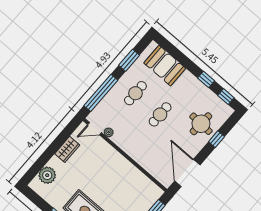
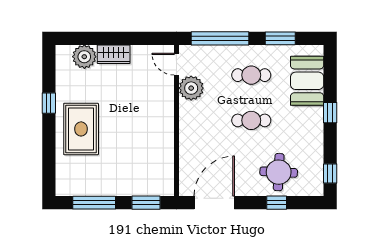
window: (206, 79) -> (330, 113), moved
plant: (109, 132) -> (191, 88), width x1.88, depth x1.88
wardrobe: (67, 149) -> (114, 54), moved

